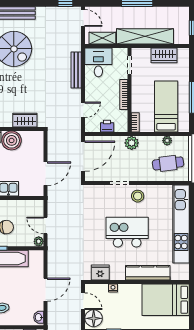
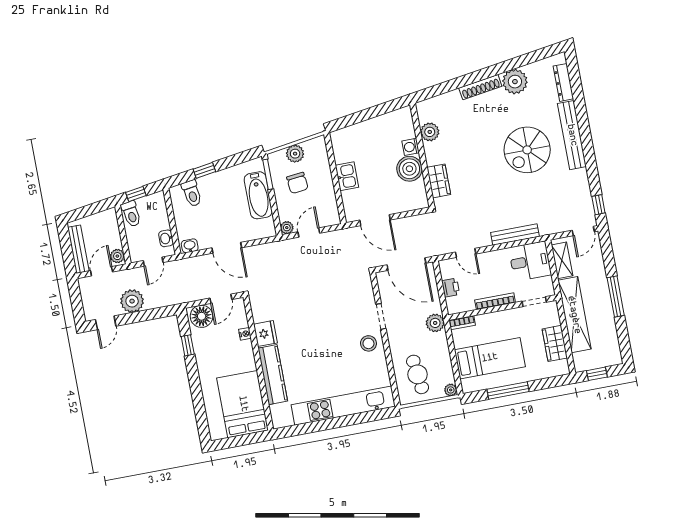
plant: (167, 141) -> (451, 390), moved
kitchen island: (127, 232) -> (320, 339), removed
fridge: (100, 273) -> (265, 334), moved

